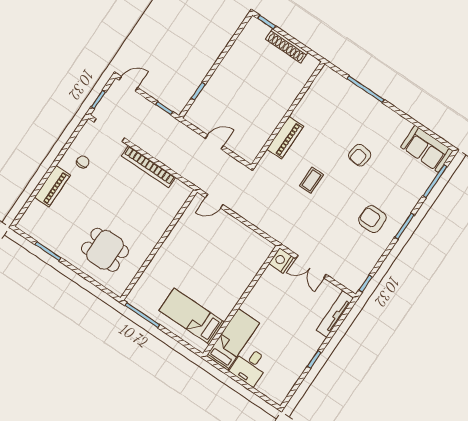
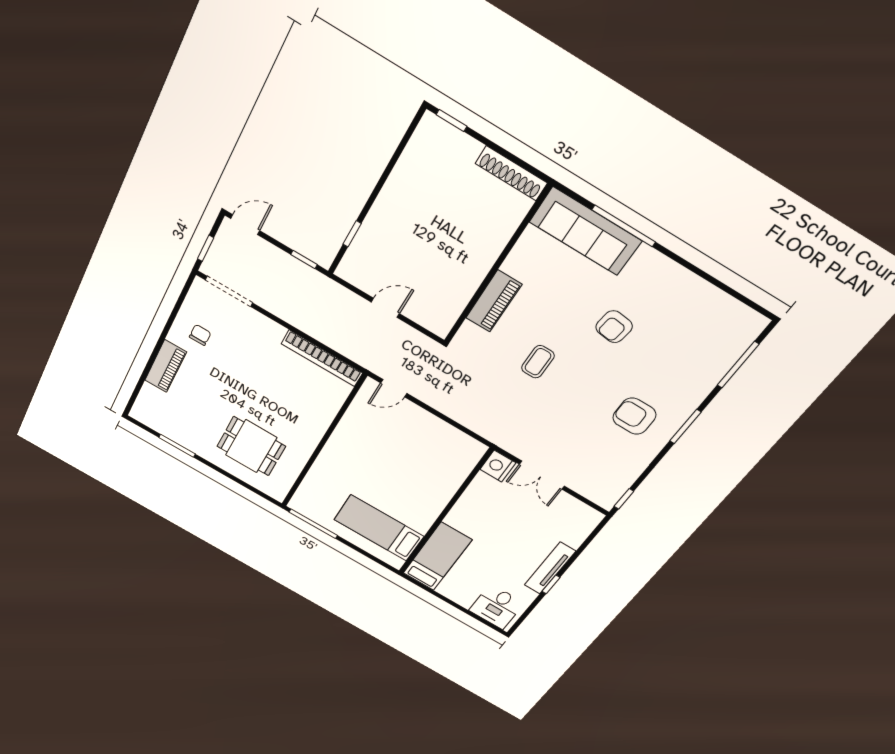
shoe rack: (287, 46) -> (511, 173), moved
sofa: (427, 149) -> (585, 231), moved, width x1.36
bookcase: (149, 167) -> (322, 358), moved
tv unit: (335, 314) -> (550, 568), moved
desk: (250, 366) -> (497, 607), moved

